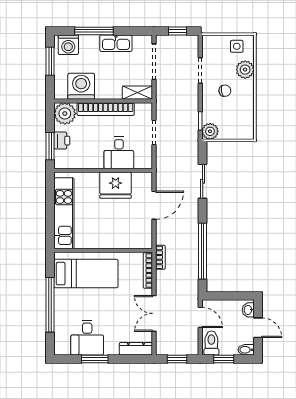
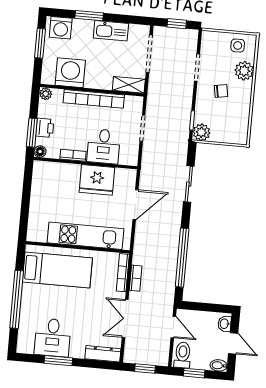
window: (94, 31) -> (89, 16), width x0.69
plant: (65, 114) -> (46, 94), width x0.53, depth x0.53
floor lamp: (59, 163) -> (40, 151), added
bookcase: (91, 164) -> (73, 155), added
kitchen unit: (64, 213) -> (85, 236), moved, turned -90
bookcase: (160, 257) -> (136, 278), moved

